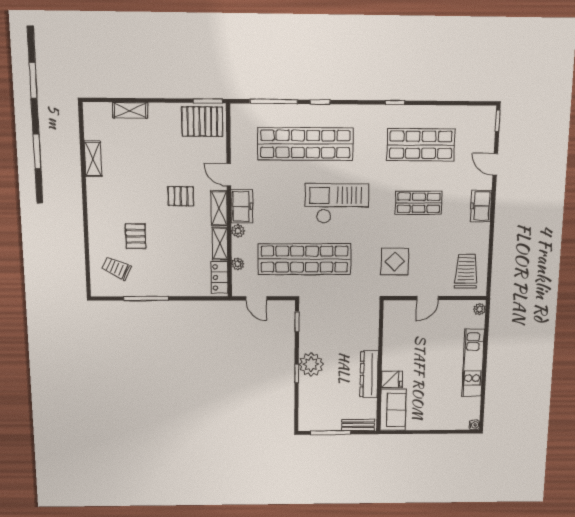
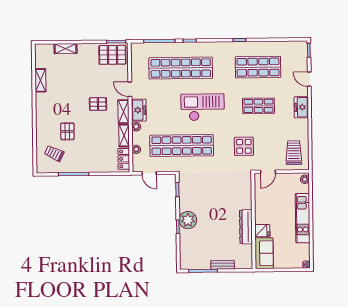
wall: (380, 366) -> (253, 221), moved
dresser: (369, 374) -> (246, 227), moved
fridge: (392, 379) -> (262, 231), moved
sofa: (393, 410) -> (264, 253), moved

